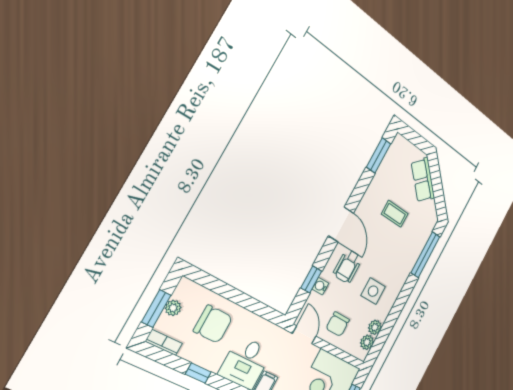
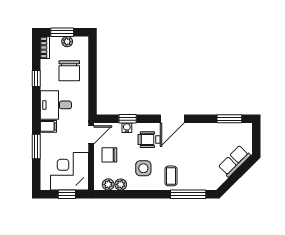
coffee table: (395, 214) -> (171, 176), moved

